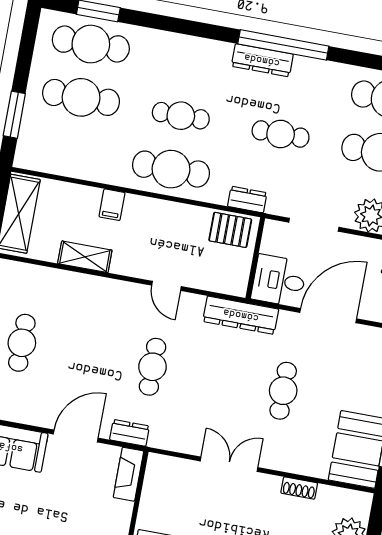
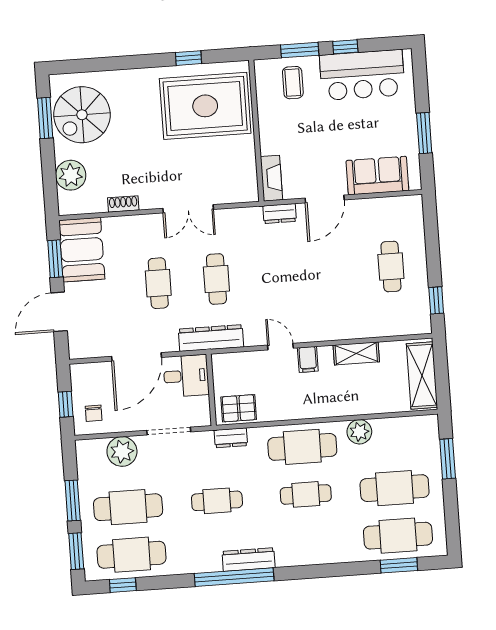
plant: (104, 170) -> (359, 432), added
filing cabinet: (112, 205) -> (308, 359), moved, turned 180
cafe table: (153, 367) -> (216, 279), moved

